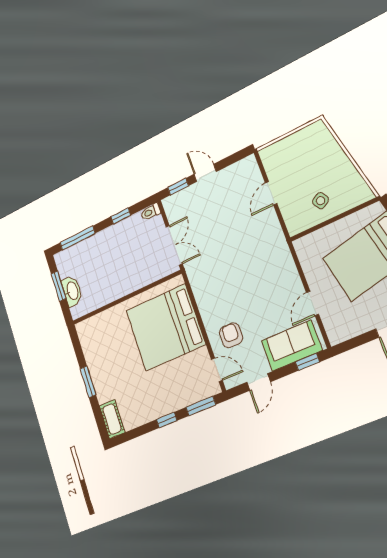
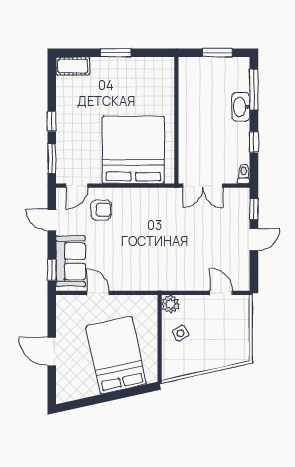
door: (271, 193) -> (221, 293), moved
plant: (295, 224) -> (171, 304), added
washbasin: (72, 291) -> (241, 107), moved, turned 90

